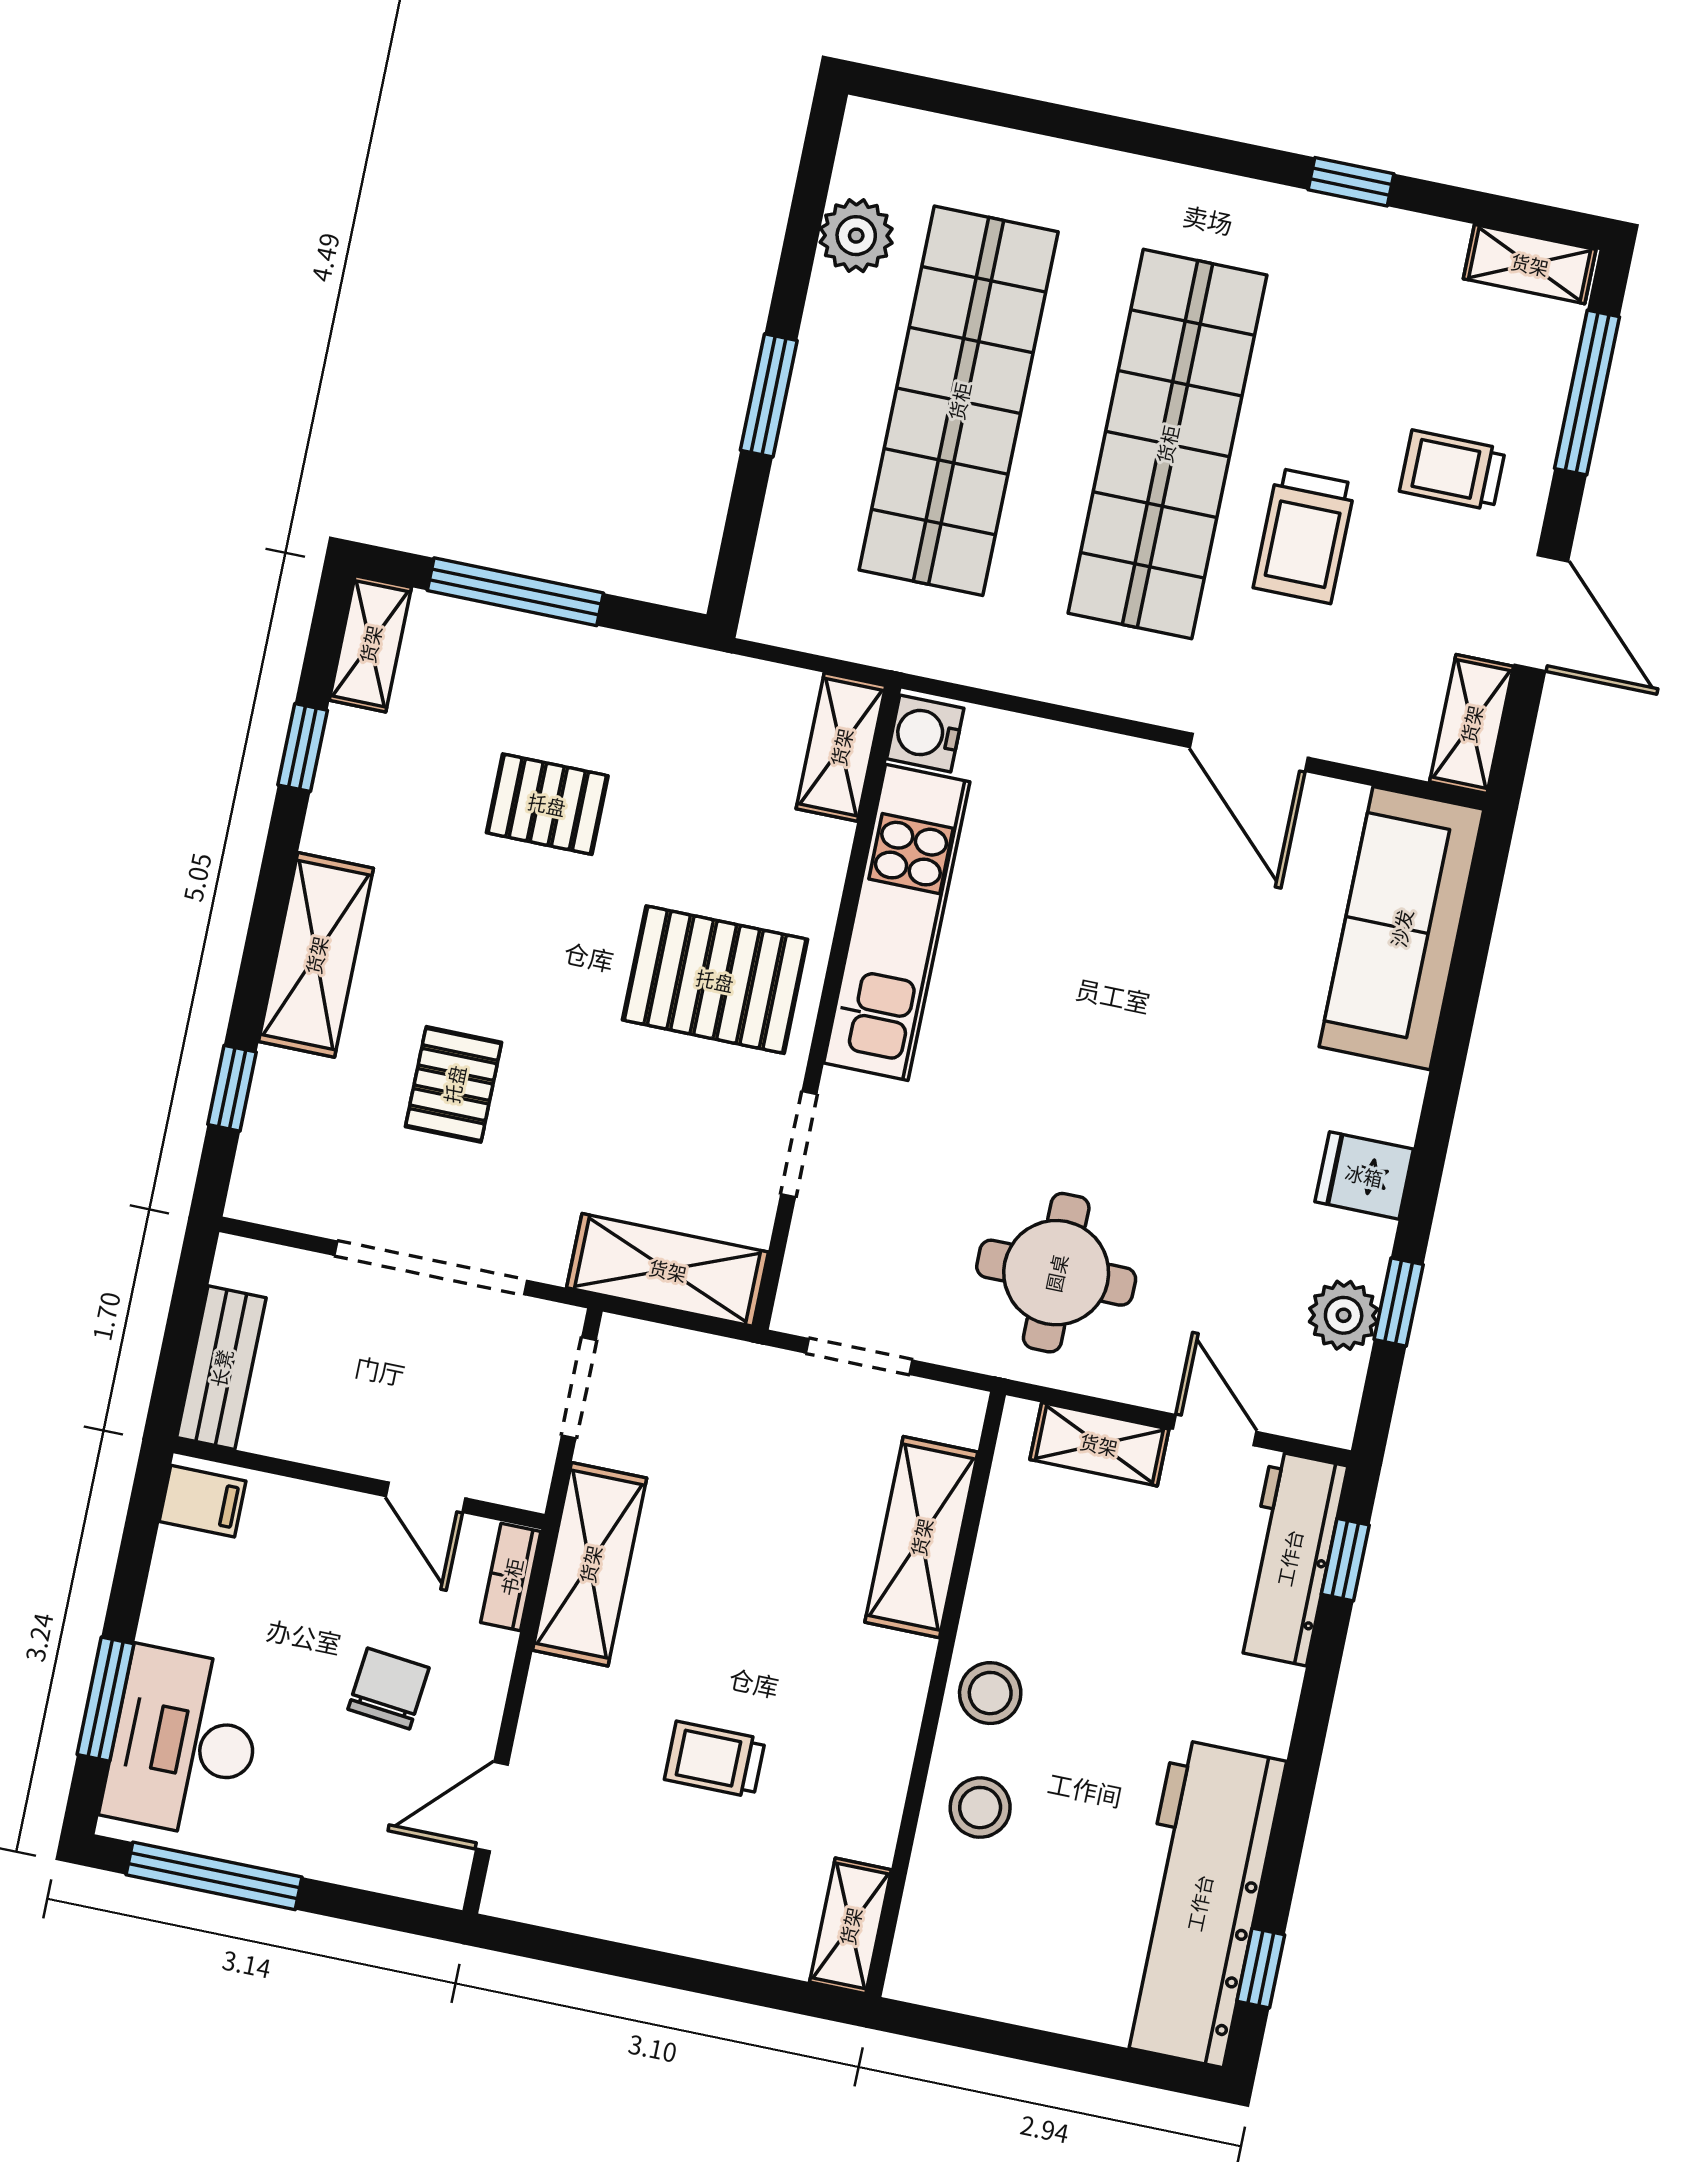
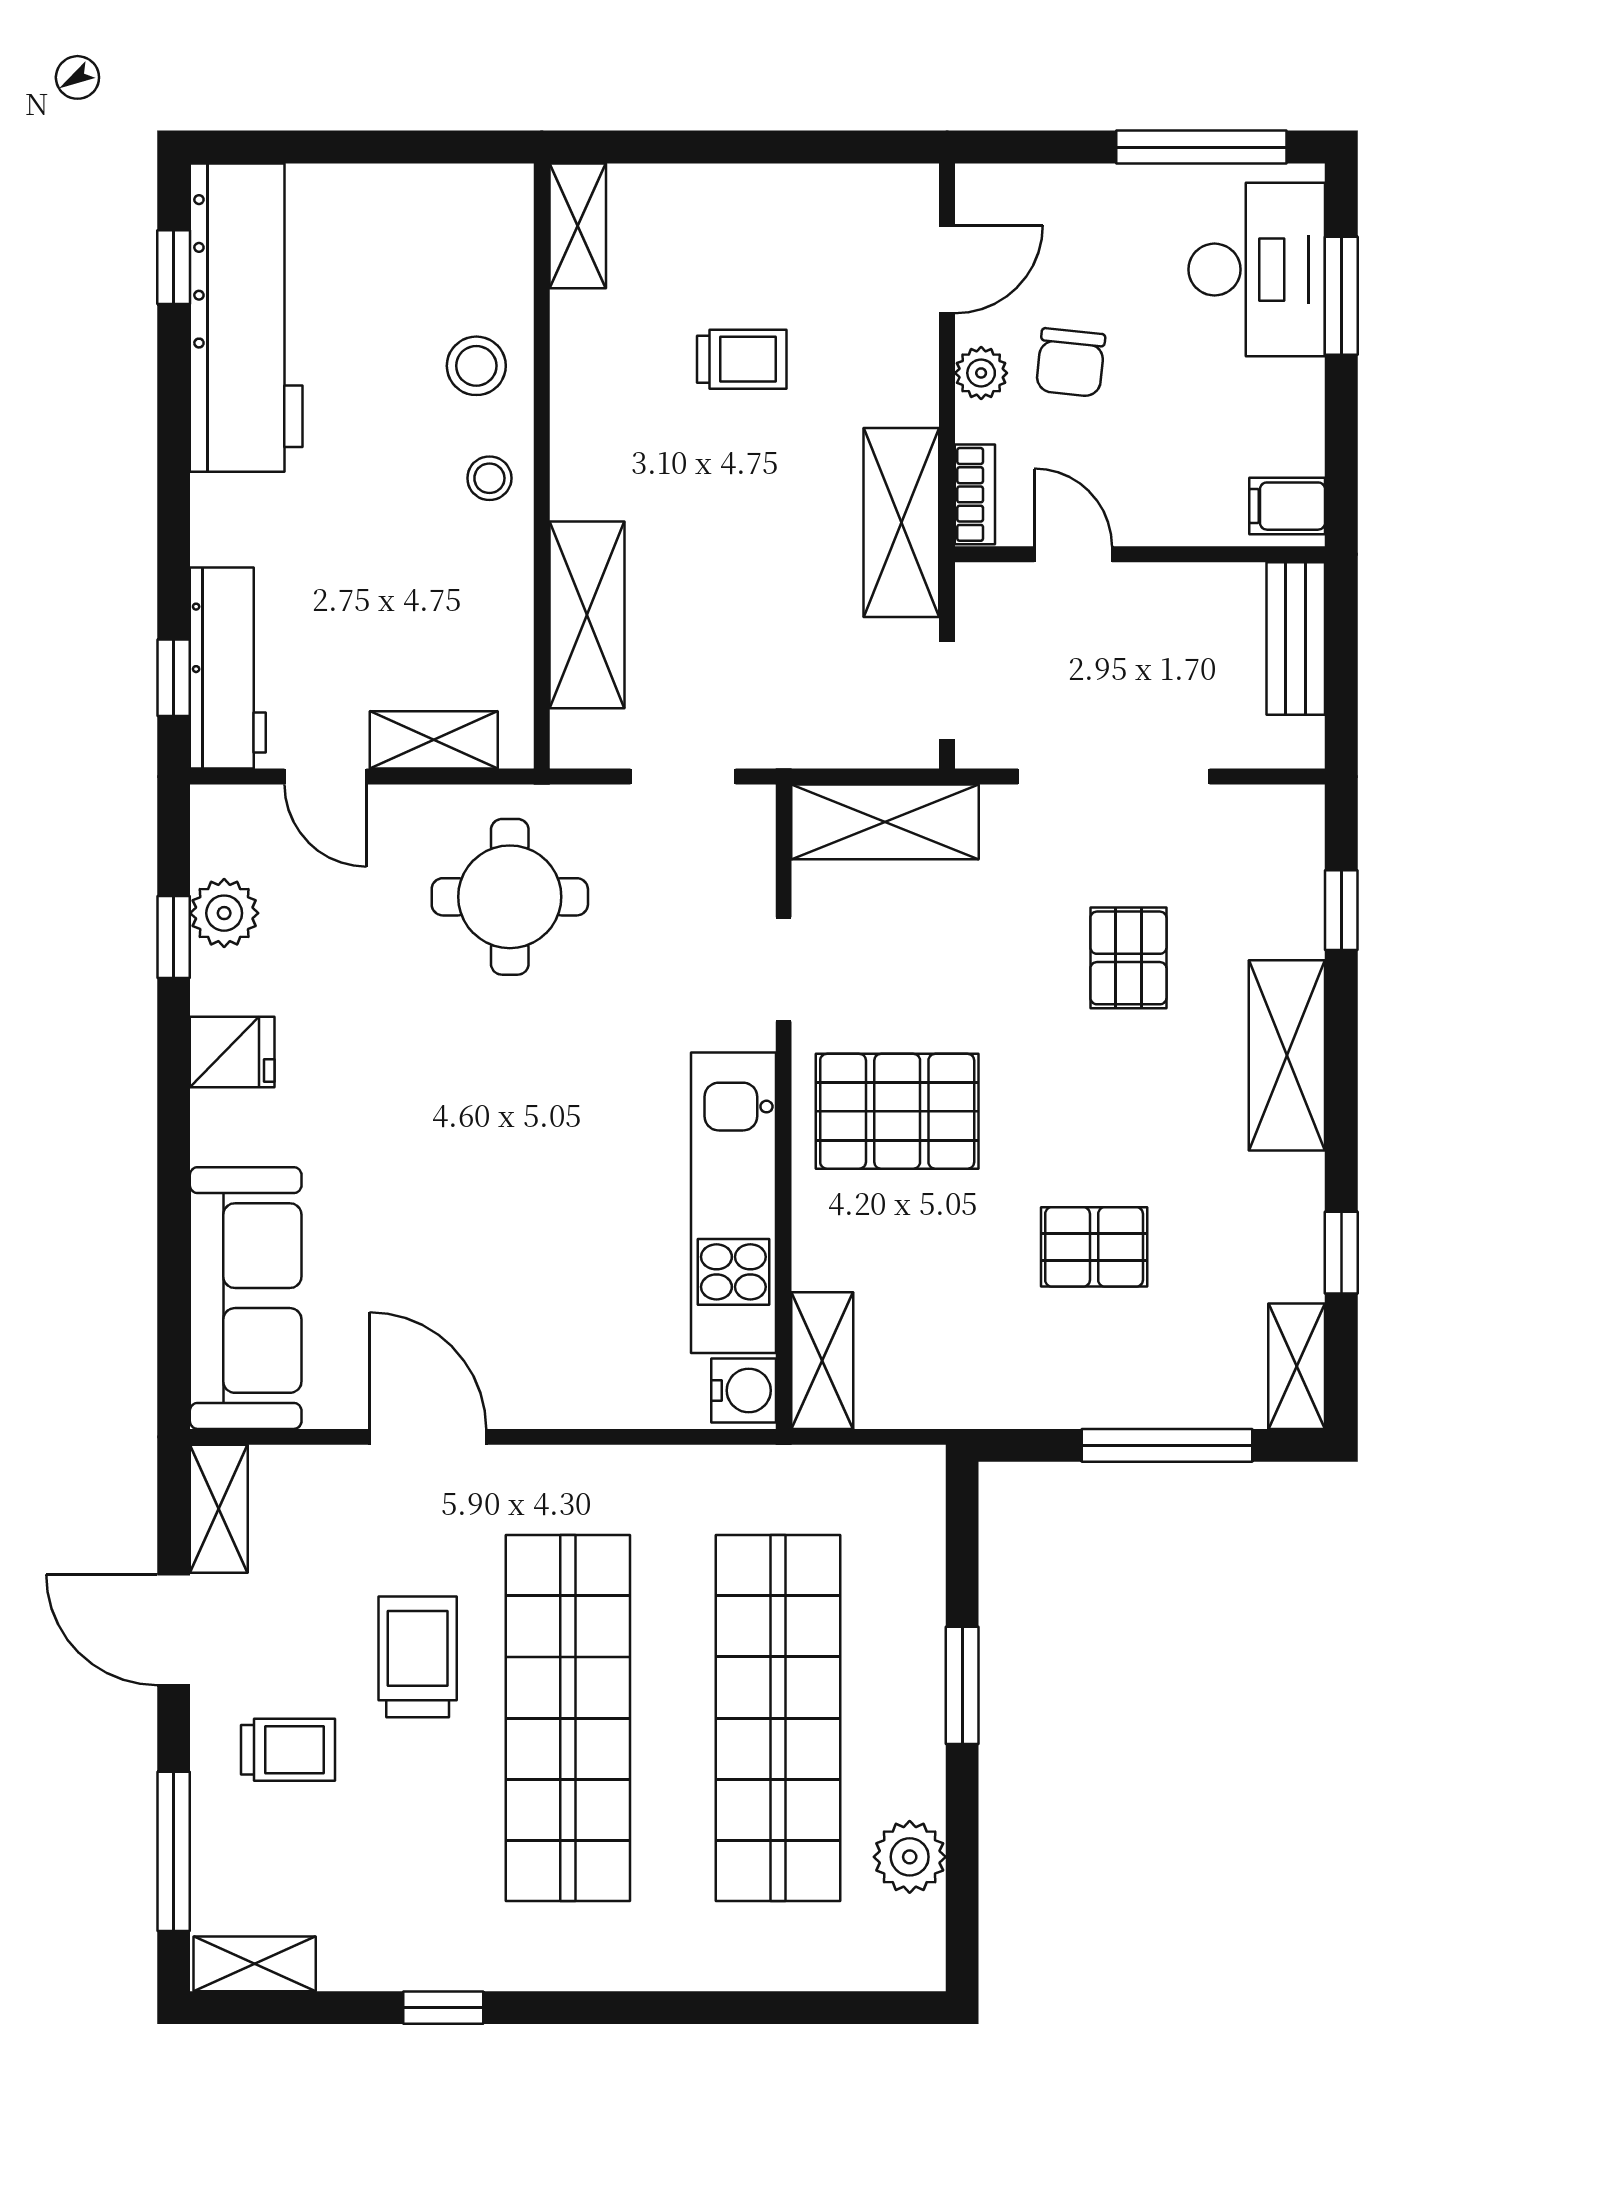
stool: (990, 1693) -> (489, 478), width x0.73, depth x0.73
plant: (480, 1697) -> (981, 373), added

